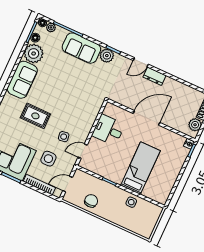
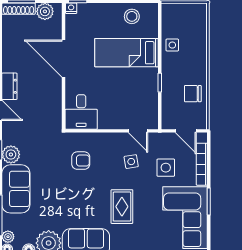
armchair: (80, 102) -> (81, 161), added
door: (146, 118) -> (63, 59), moved
desk: (108, 130) -> (81, 112), moved
stool: (164, 183) -> (132, 16), added

